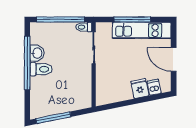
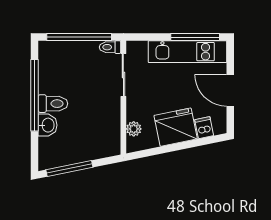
window: (132, 19) -> (195, 37), moved
washbasin: (37, 53) -> (48, 125), moved
plant: (101, 88) -> (134, 129), added
fridge: (140, 89) -> (176, 127), width x1.88, depth x1.34

